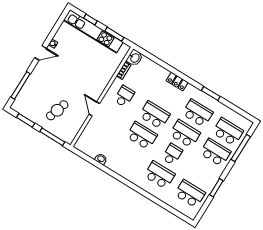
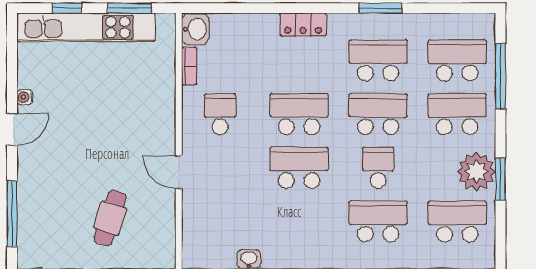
plant: (209, 179) -> (476, 172), added

